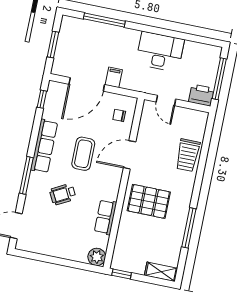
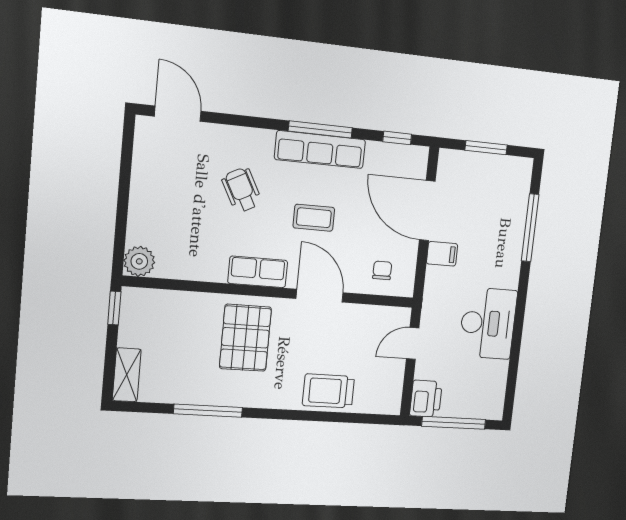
coffee table: (83, 154) -> (314, 218), width x0.73, depth x0.77
window: (26, 175) -> (320, 129), moved
row of seats: (105, 217) -> (258, 272), moved

